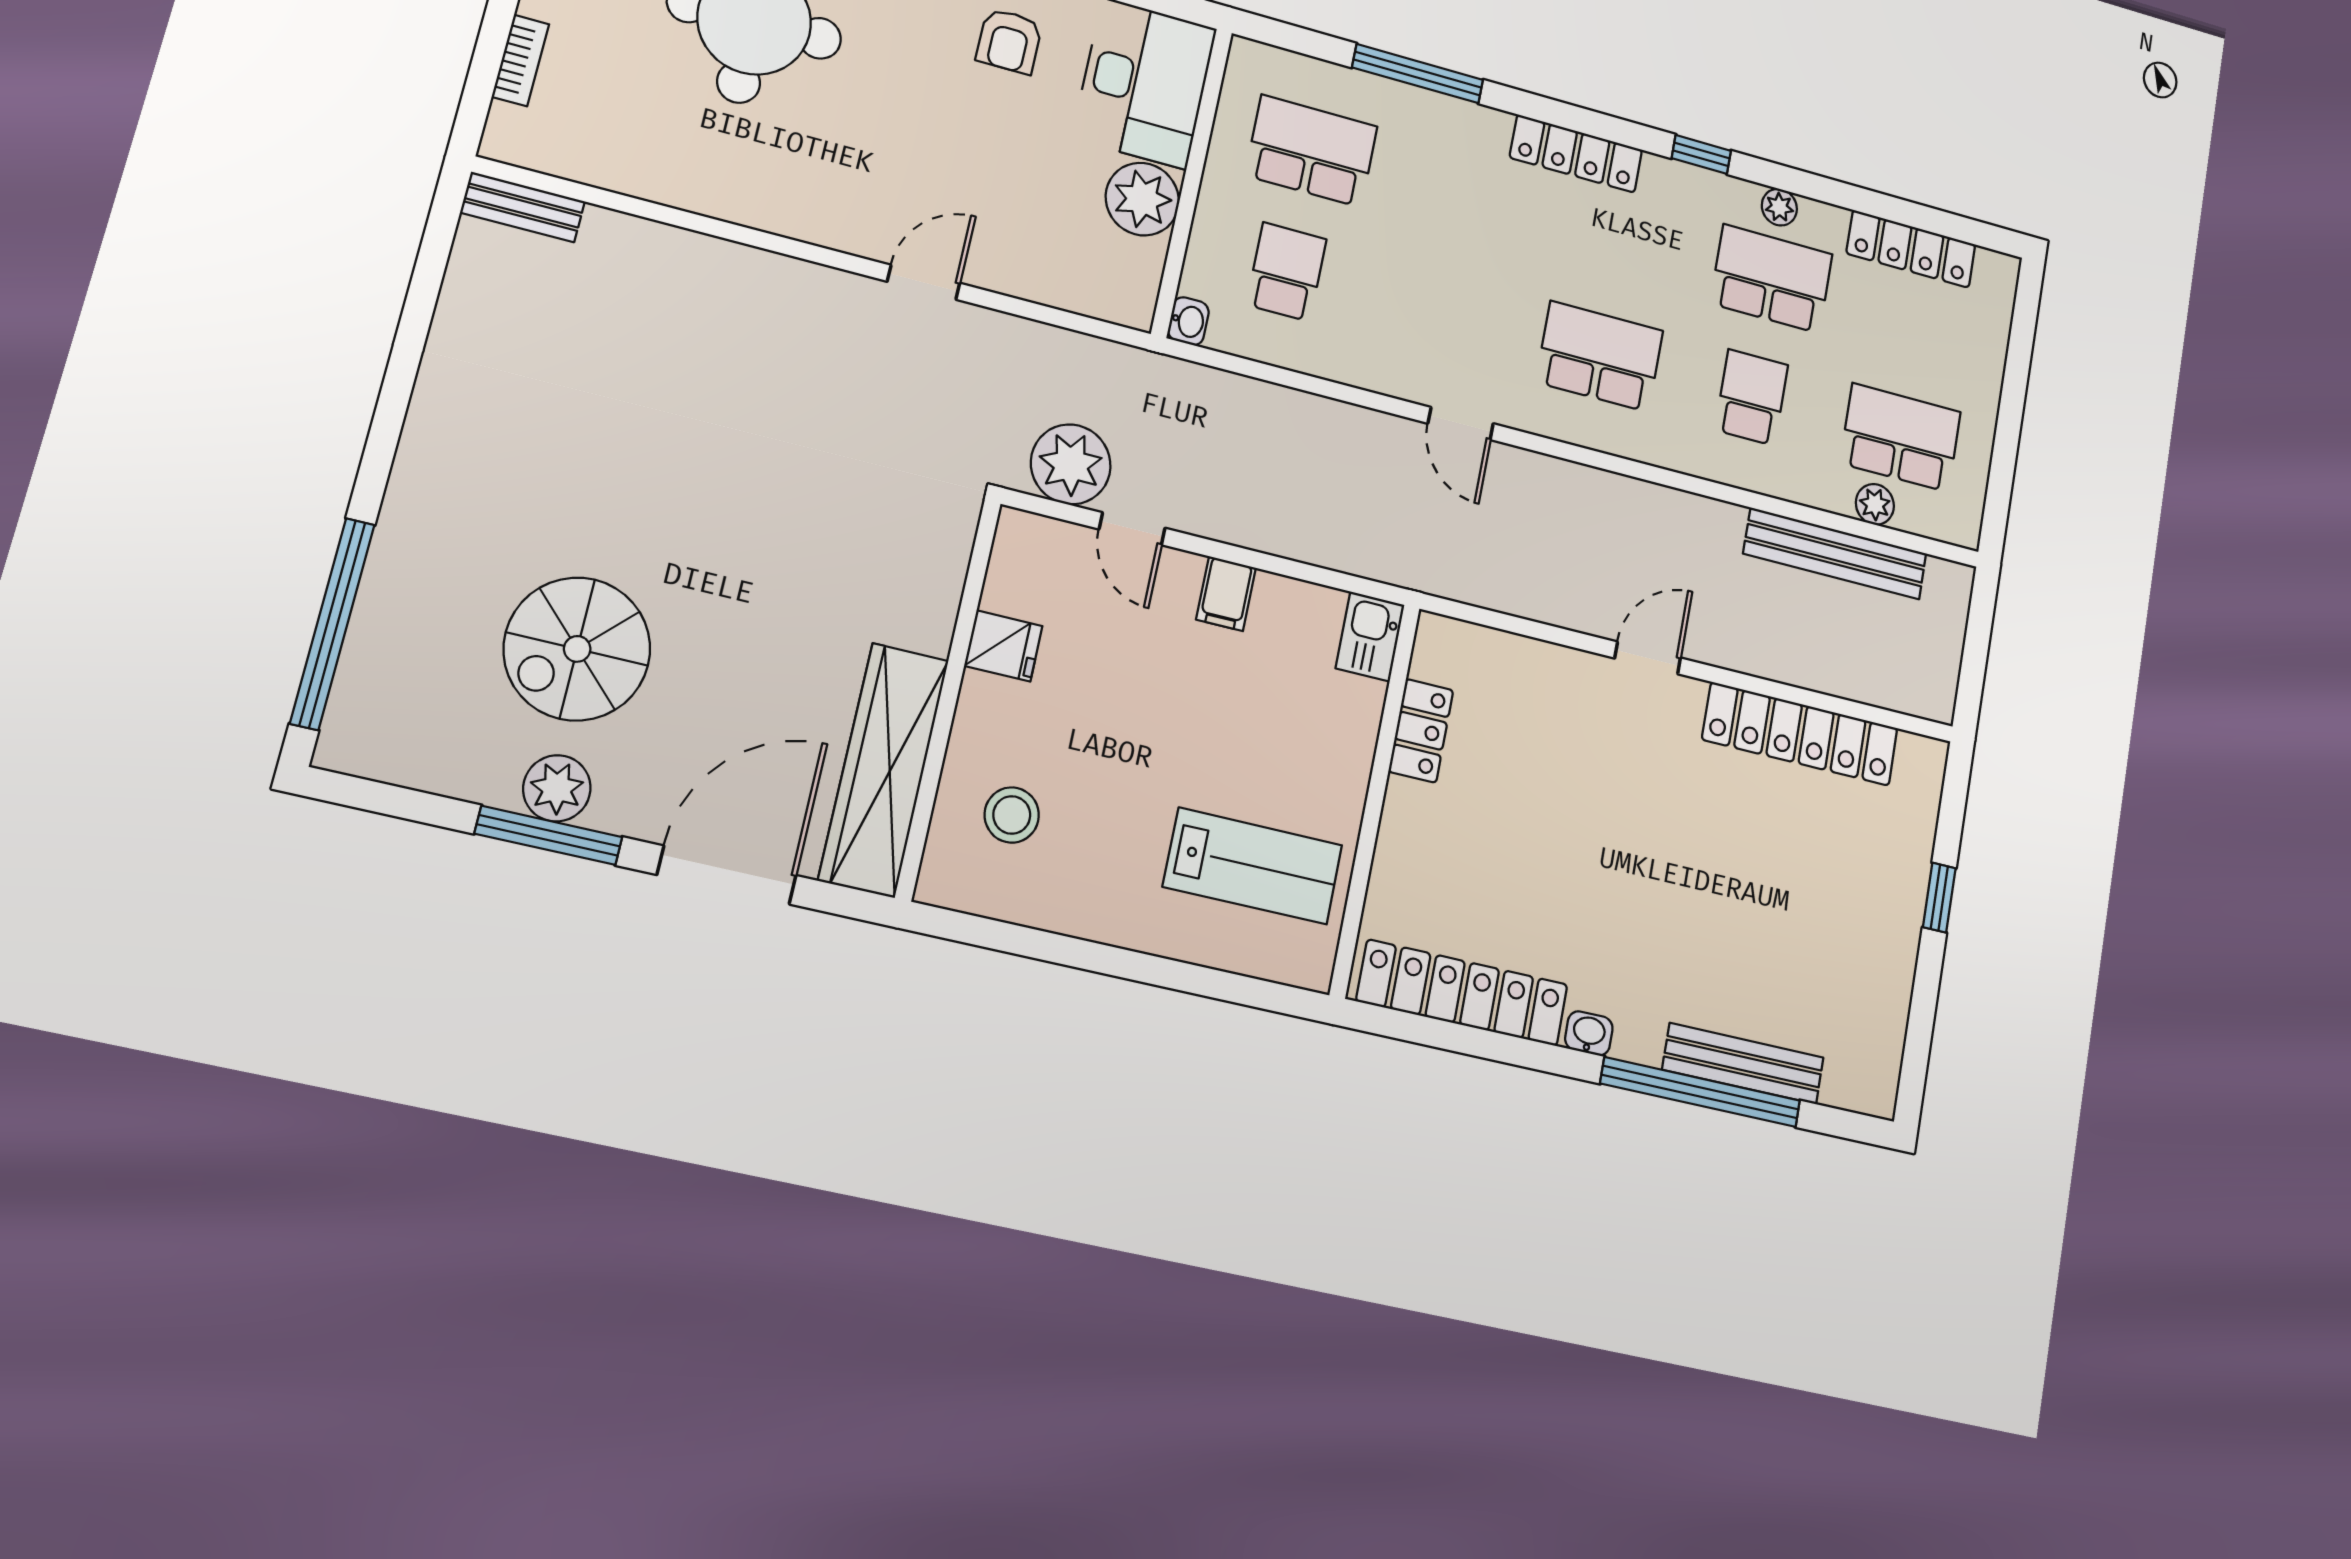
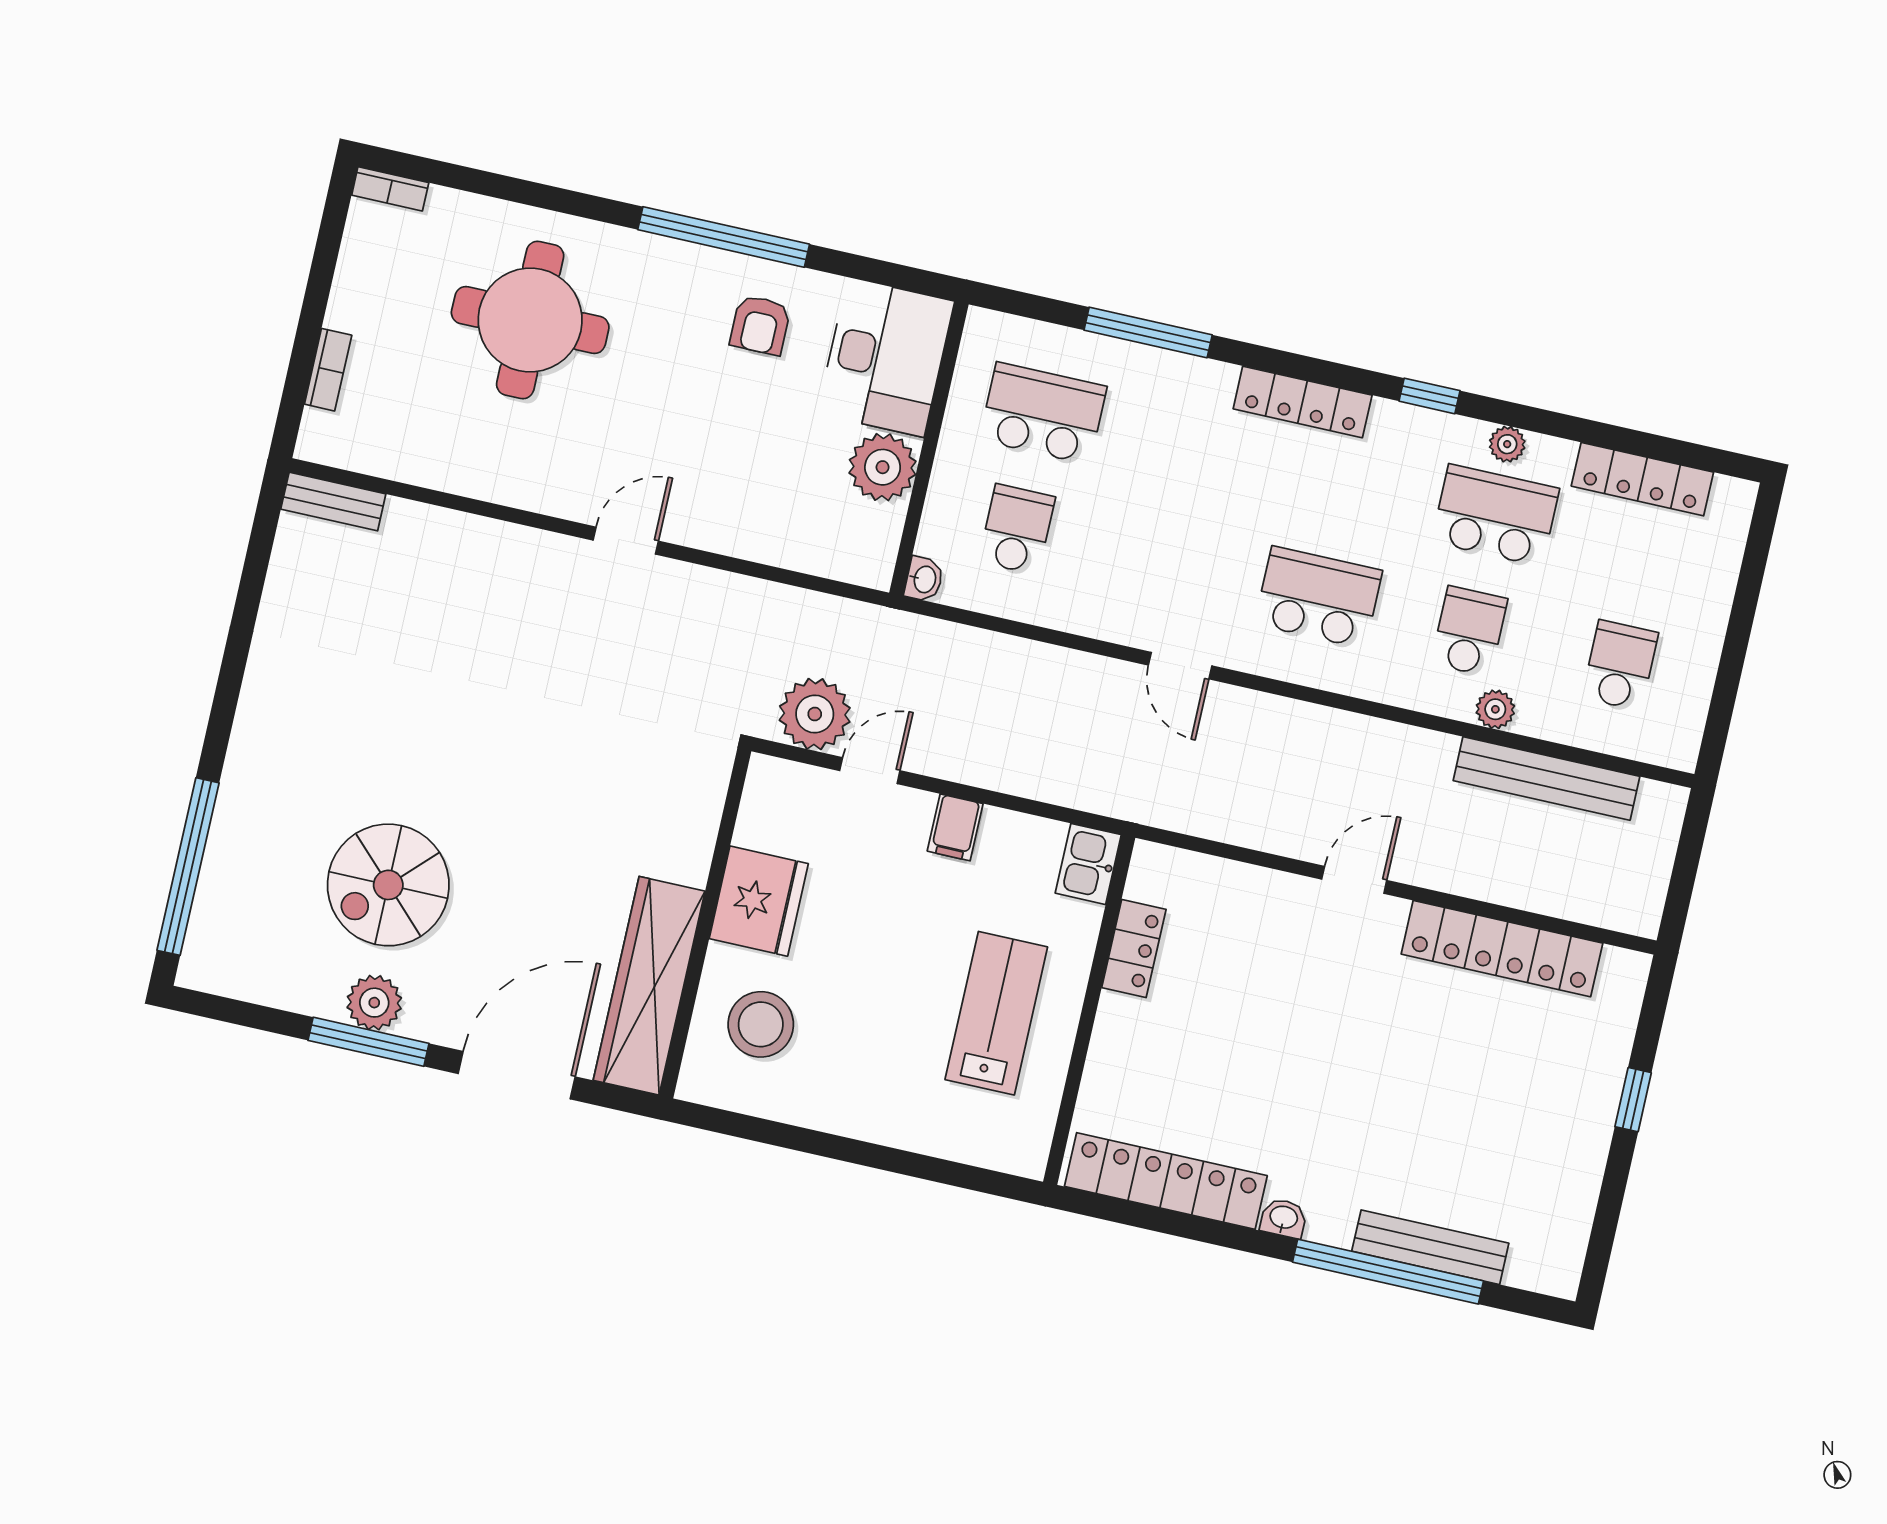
door: (924, 282) -> (626, 541), moved
school desk: (1900, 438) -> (1620, 665), width x0.54
plant: (1875, 504) -> (1495, 709), moved
door: (1132, 529) -> (870, 771), swing flipped
fridge: (1003, 646) -> (759, 901), width x1.88, depth x1.34
stool: (1012, 815) -> (761, 1024), width x1.38, depth x1.38
lab bench: (1253, 866) -> (996, 1013), moved, turned -90

